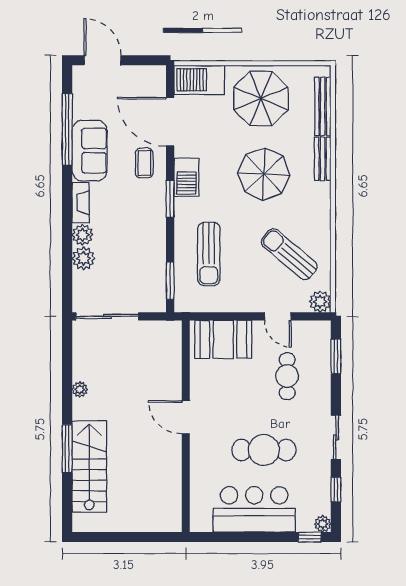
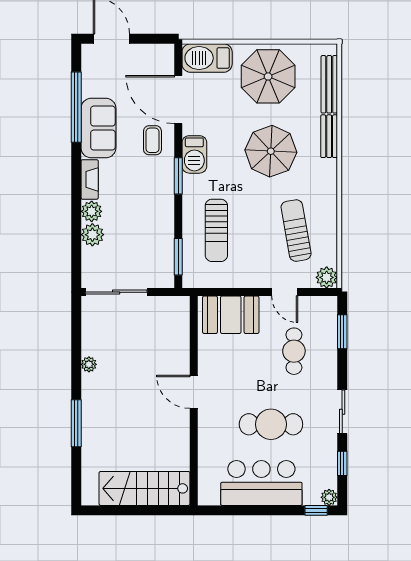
sun lounger: (289, 254) -> (296, 231), turned 40
stairs: (89, 466) -> (145, 488), moved, turned -90

